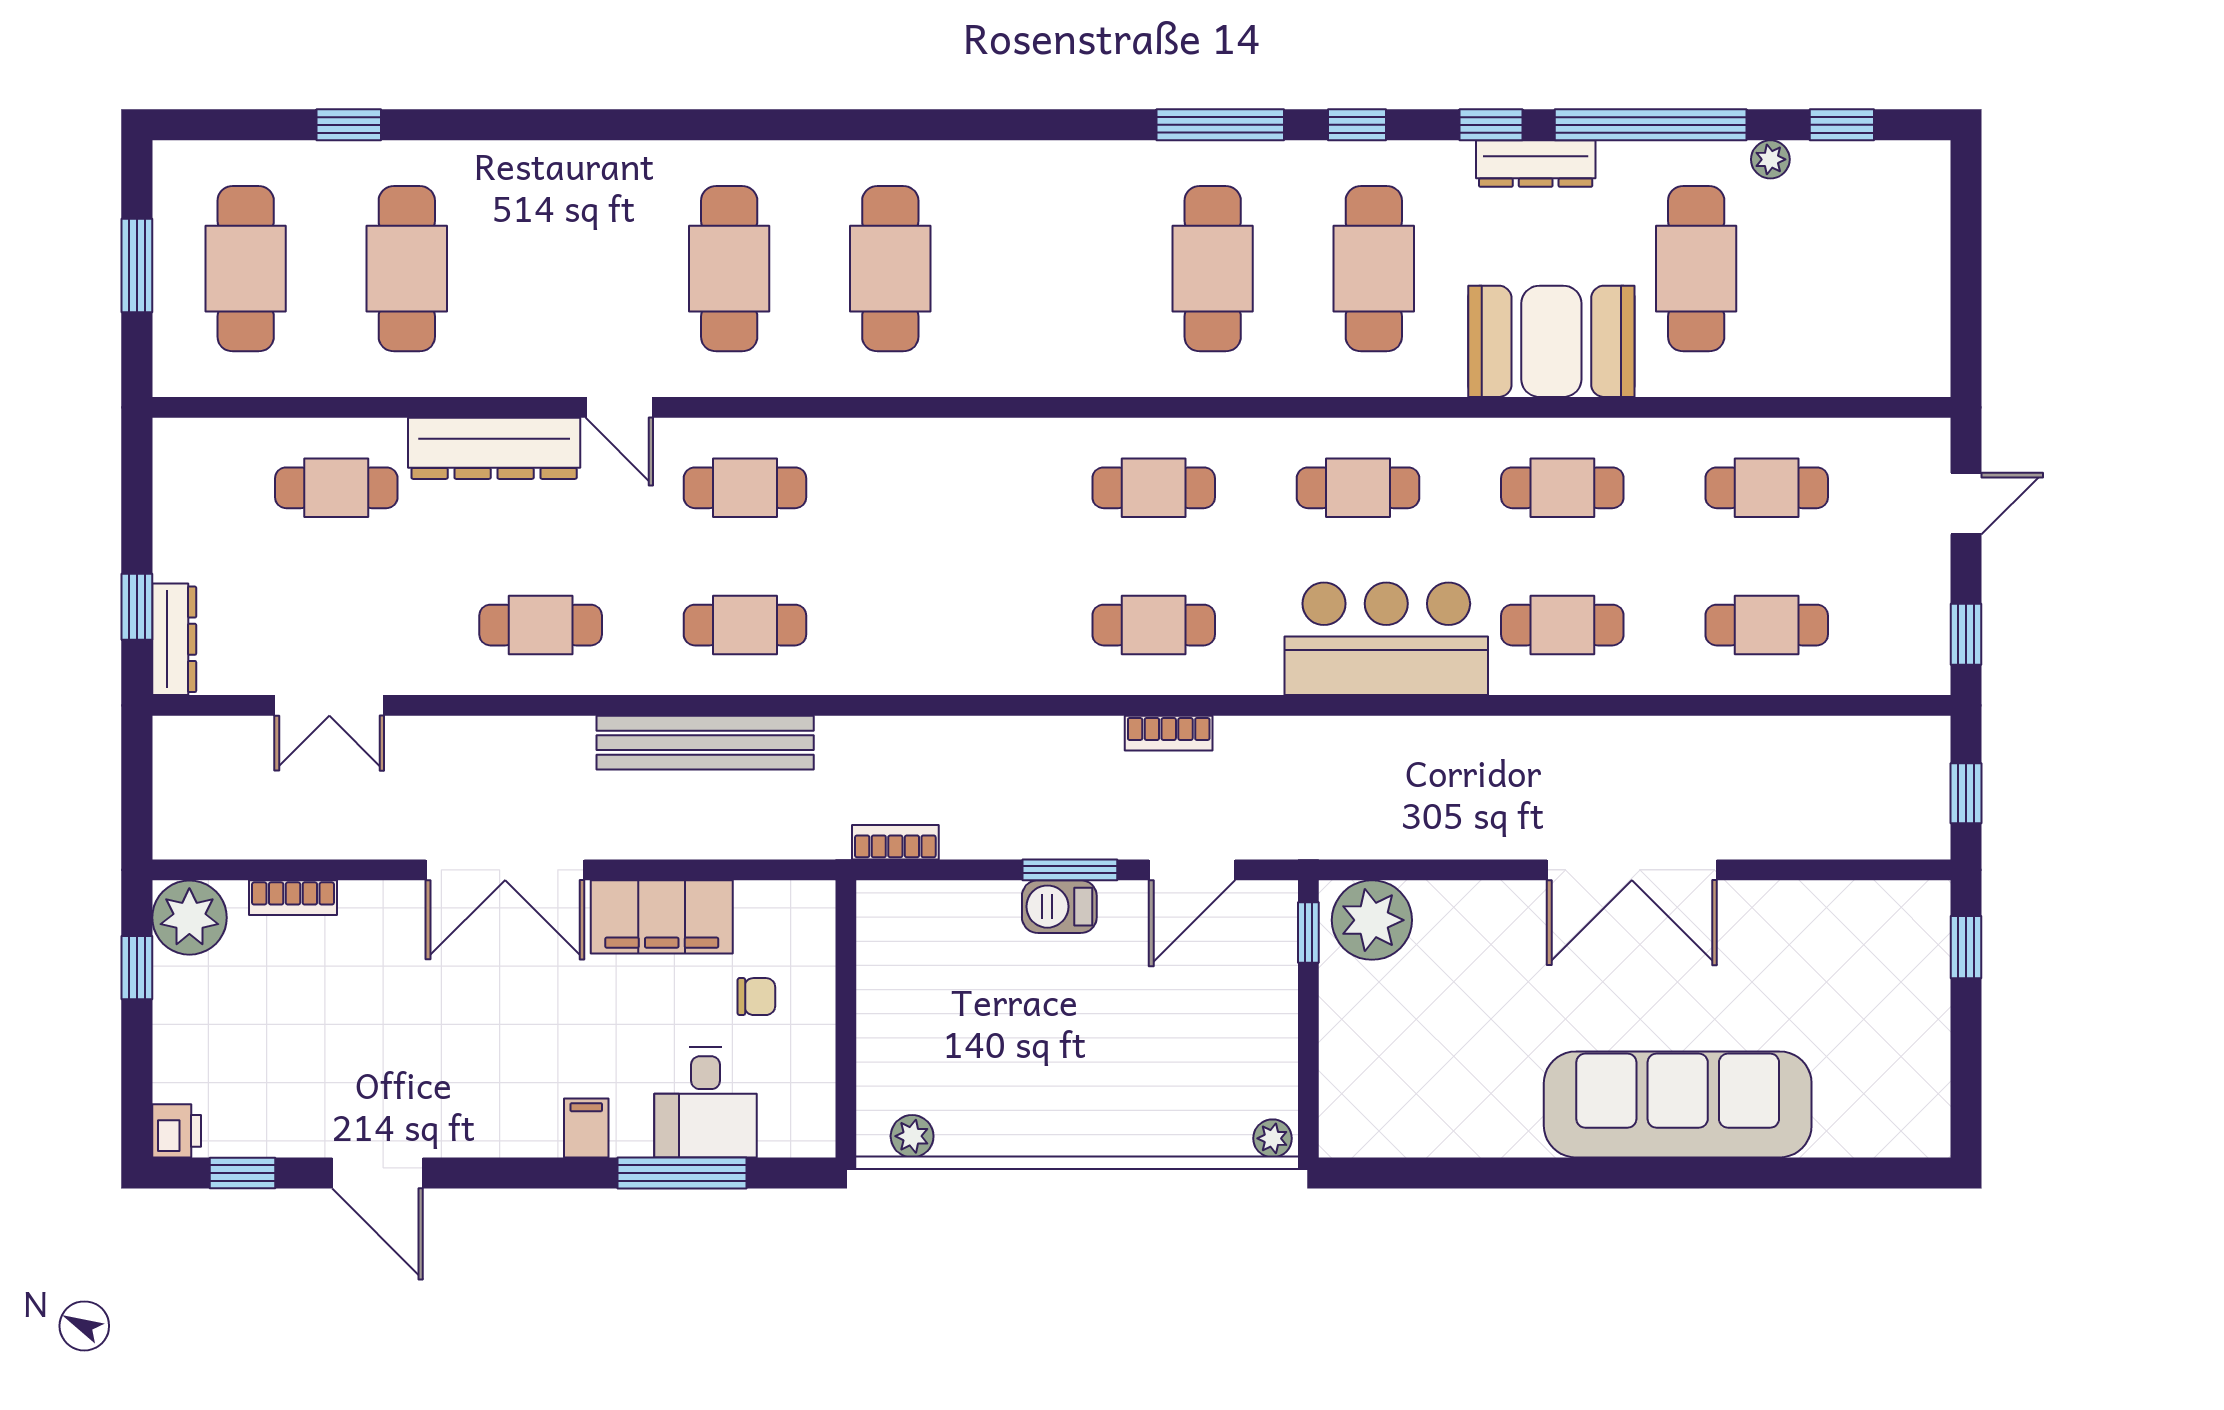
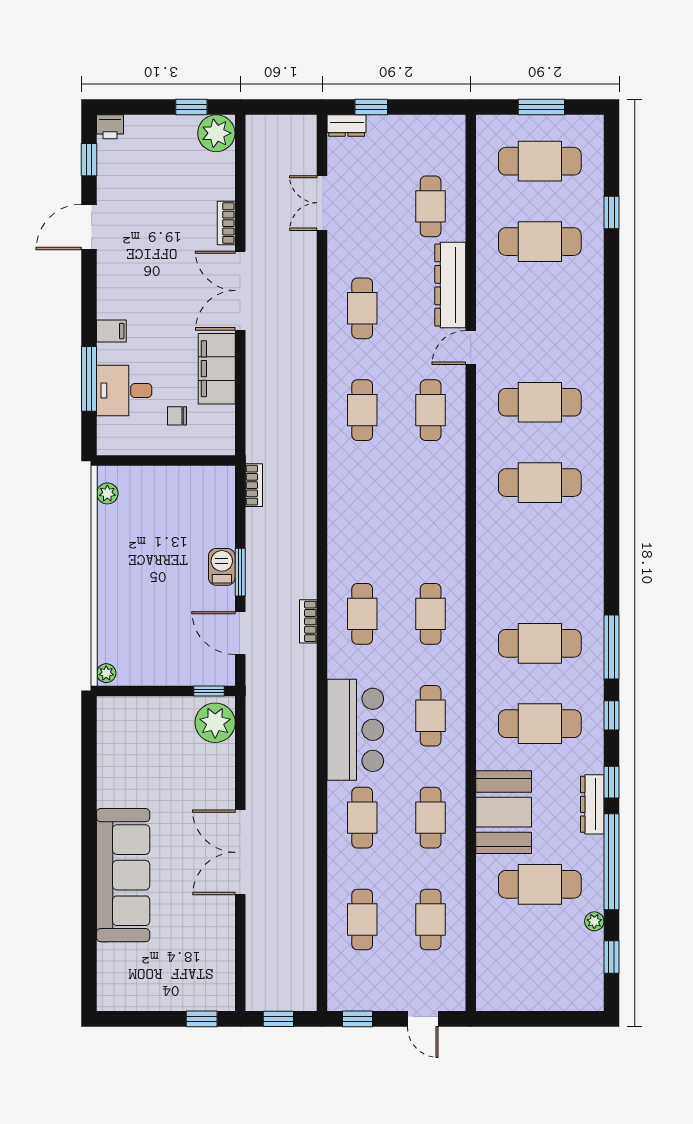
dresser: (174, 639) -> (347, 126), width x0.70
bench: (705, 743) -> (304, 390), removed
bookcase: (293, 898) -> (226, 223), moved
chair: (756, 997) -> (177, 416), turned 90

